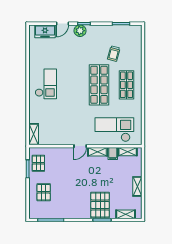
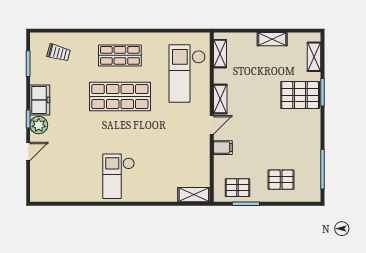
door: (62, 24) -> (28, 151), hinge flipped
freezer: (45, 31) -> (40, 100), moved
trolley: (114, 54) -> (59, 53), moved
checkout: (46, 84) -> (119, 176), turned -90
door: (80, 146) -> (212, 125), hinge flipped
filing cabinet: (113, 154) -> (223, 148), moved

